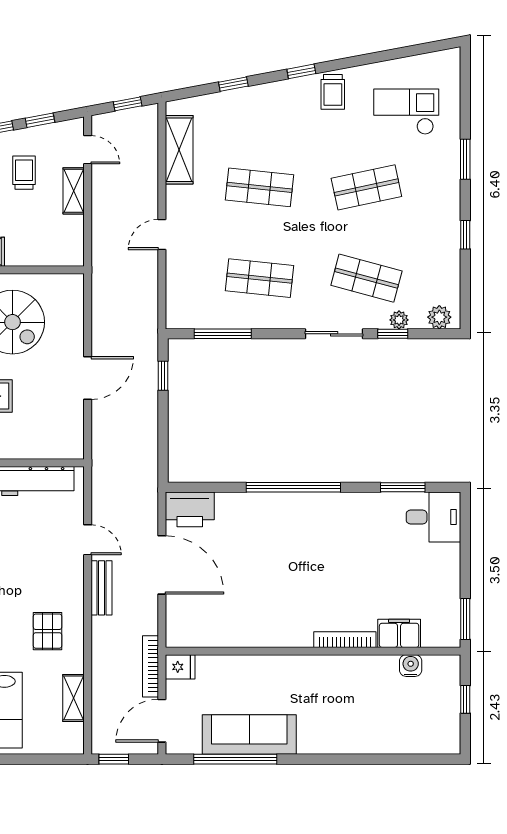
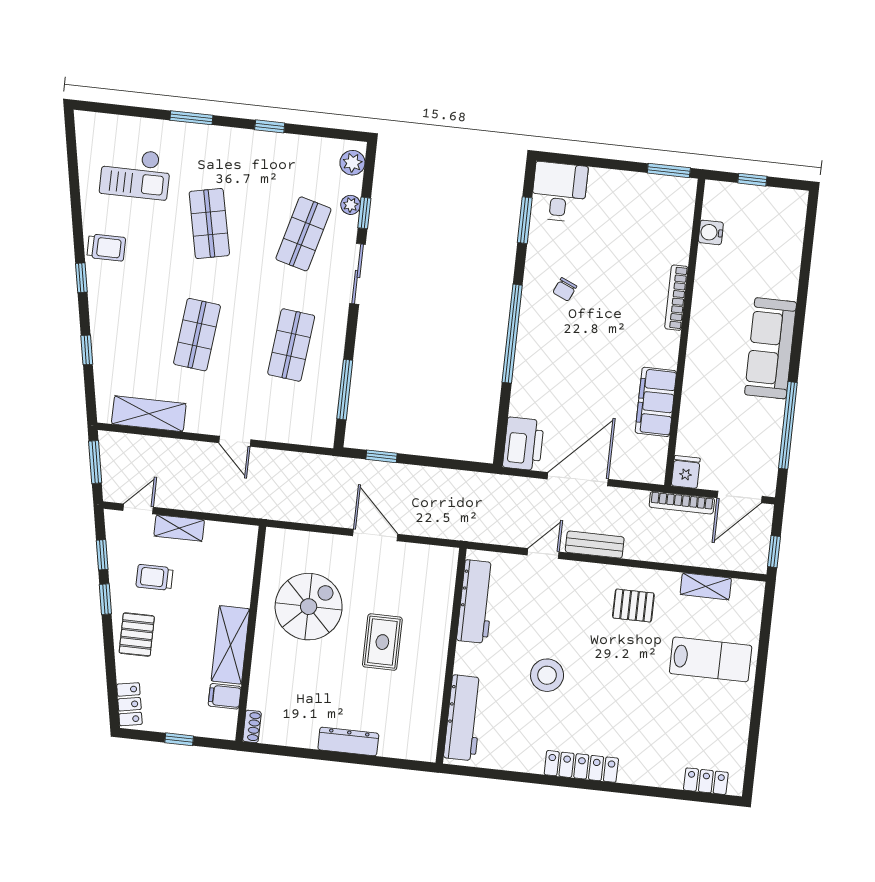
window: (128, 104) -> (95, 462), width x1.50
checkout: (406, 112) -> (135, 173), turned -90
chair: (341, 533) -> (565, 289), added
filing cabinet: (399, 633) -> (656, 402), moved, width x1.50, depth x1.17
door: (162, 721) -> (740, 497), hinge flipped
sofa: (249, 735) -> (771, 348), moved

